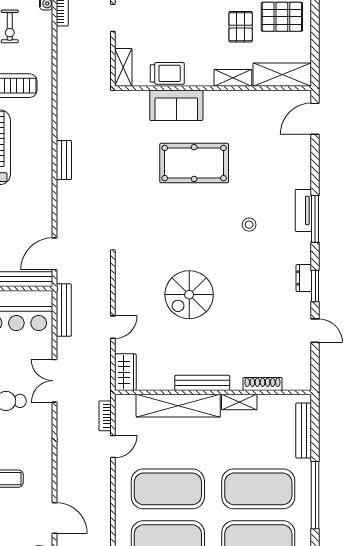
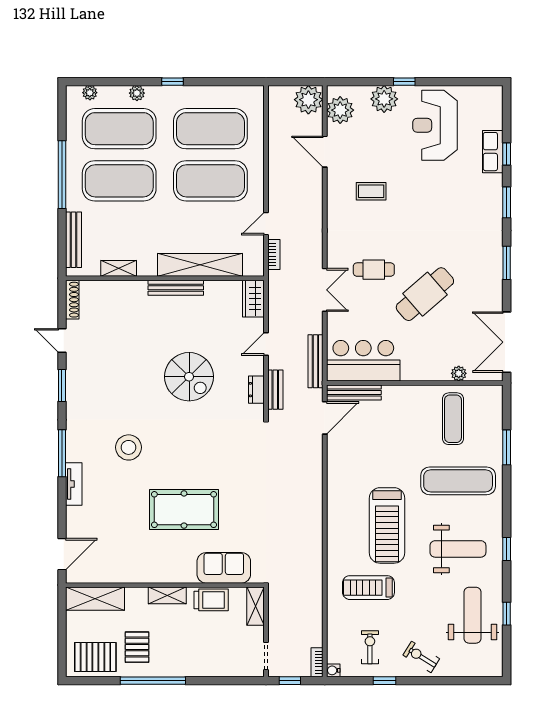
trolley: (167, 73) -> (211, 600), turned 180
shelving: (233, 78) -> (167, 595), moved
sofa: (176, 105) -> (224, 568), moved
bench: (64, 160) -> (275, 390), moved
tv unit: (303, 210) -> (74, 484), moved
stool: (249, 225) -> (129, 447), width x1.89, depth x1.89
dresser: (304, 278) -> (256, 390), moved, turned 180
spiral stairs: (189, 295) -> (189, 377), turned 90
shoe rack: (263, 384) -> (72, 300), moved, turned -90
shelving: (239, 402) -> (119, 268), moved

